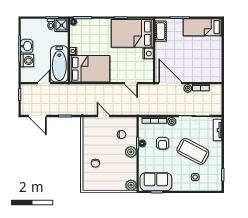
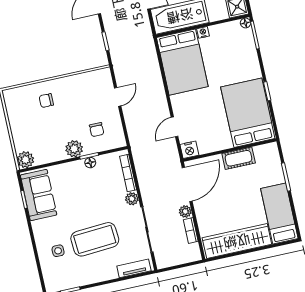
cot: (161, 31) -> (239, 158), moved
nightstand: (148, 54) -> (189, 150), moved
wardrobe: (215, 59) -> (237, 241), added
armchair: (163, 143) -> (97, 192), removed
coffee table: (193, 151) -> (95, 239), turned 58

